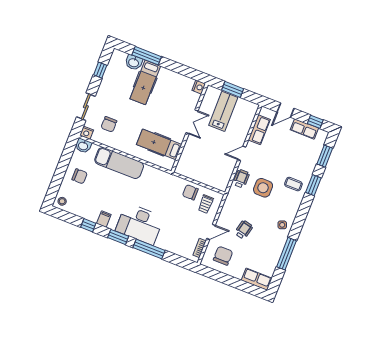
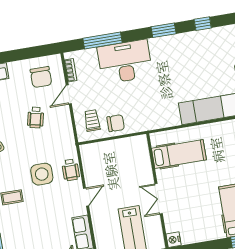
filing cabinet: (104, 219) -> (190, 40), removed
desk: (140, 224) -> (125, 62), moved
window: (149, 249) -> (103, 41), moved

